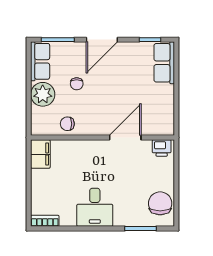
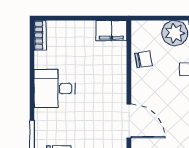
chair: (67, 124) -> (143, 59), turned 80

